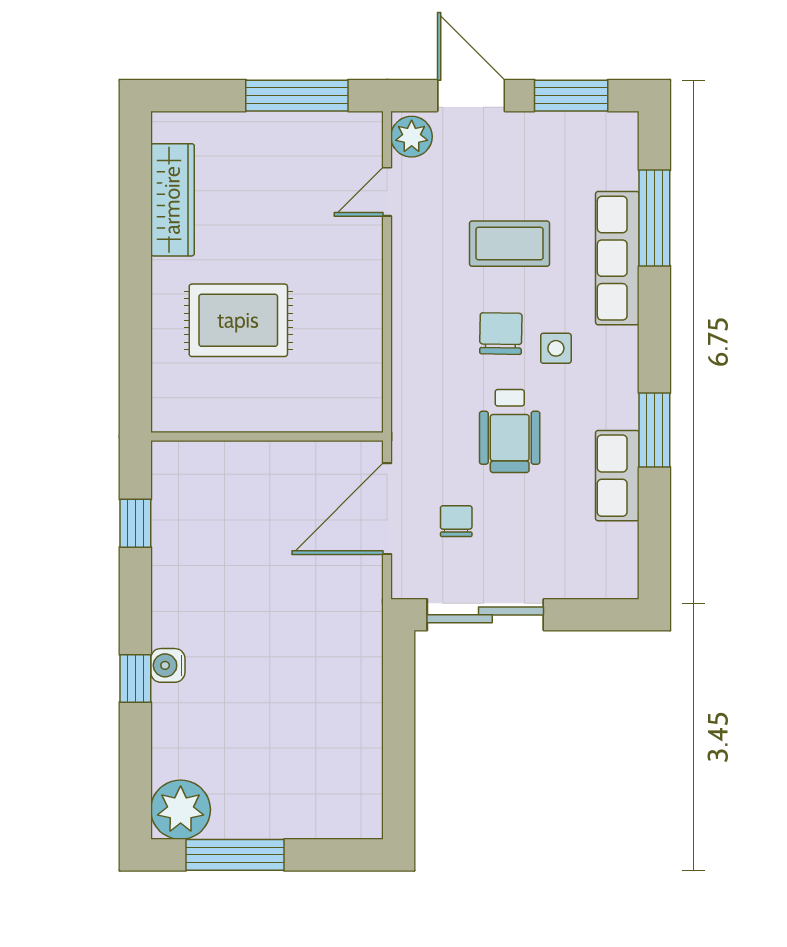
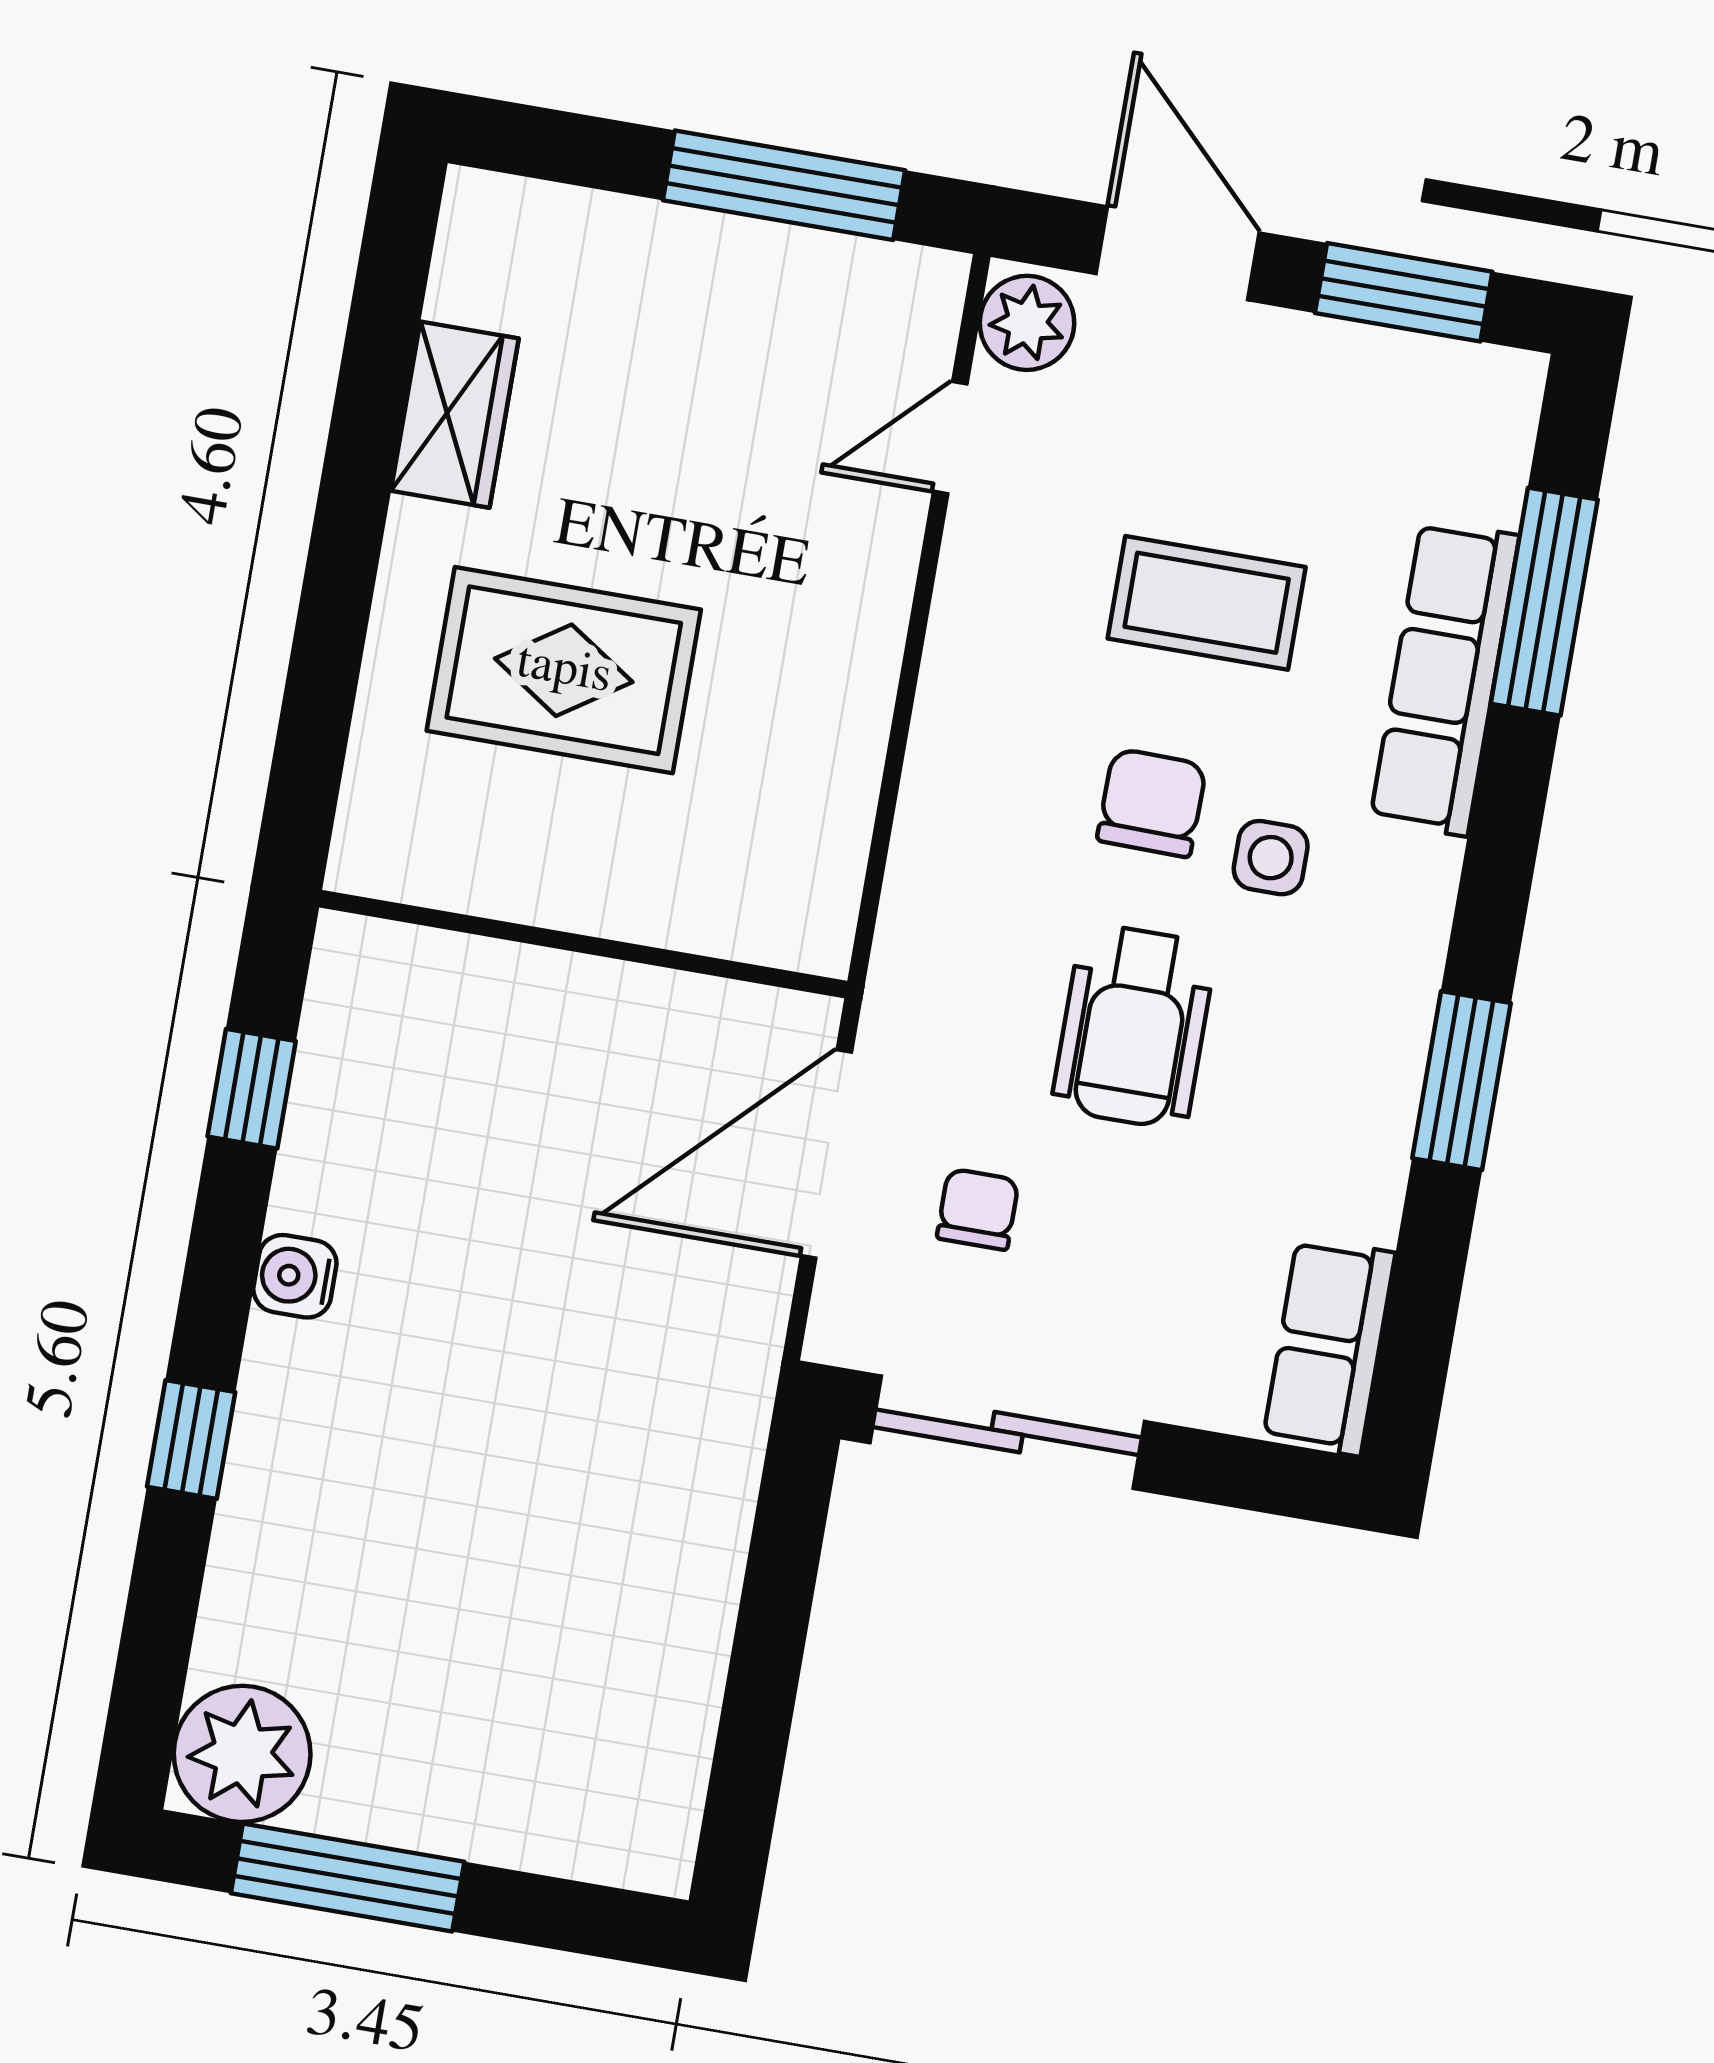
wardrobe: (172, 200) -> (455, 415), width x0.67
row of seats: (617, 476) -> (1329, 1346), moved
water cooler: (168, 665) -> (295, 1276), moved

